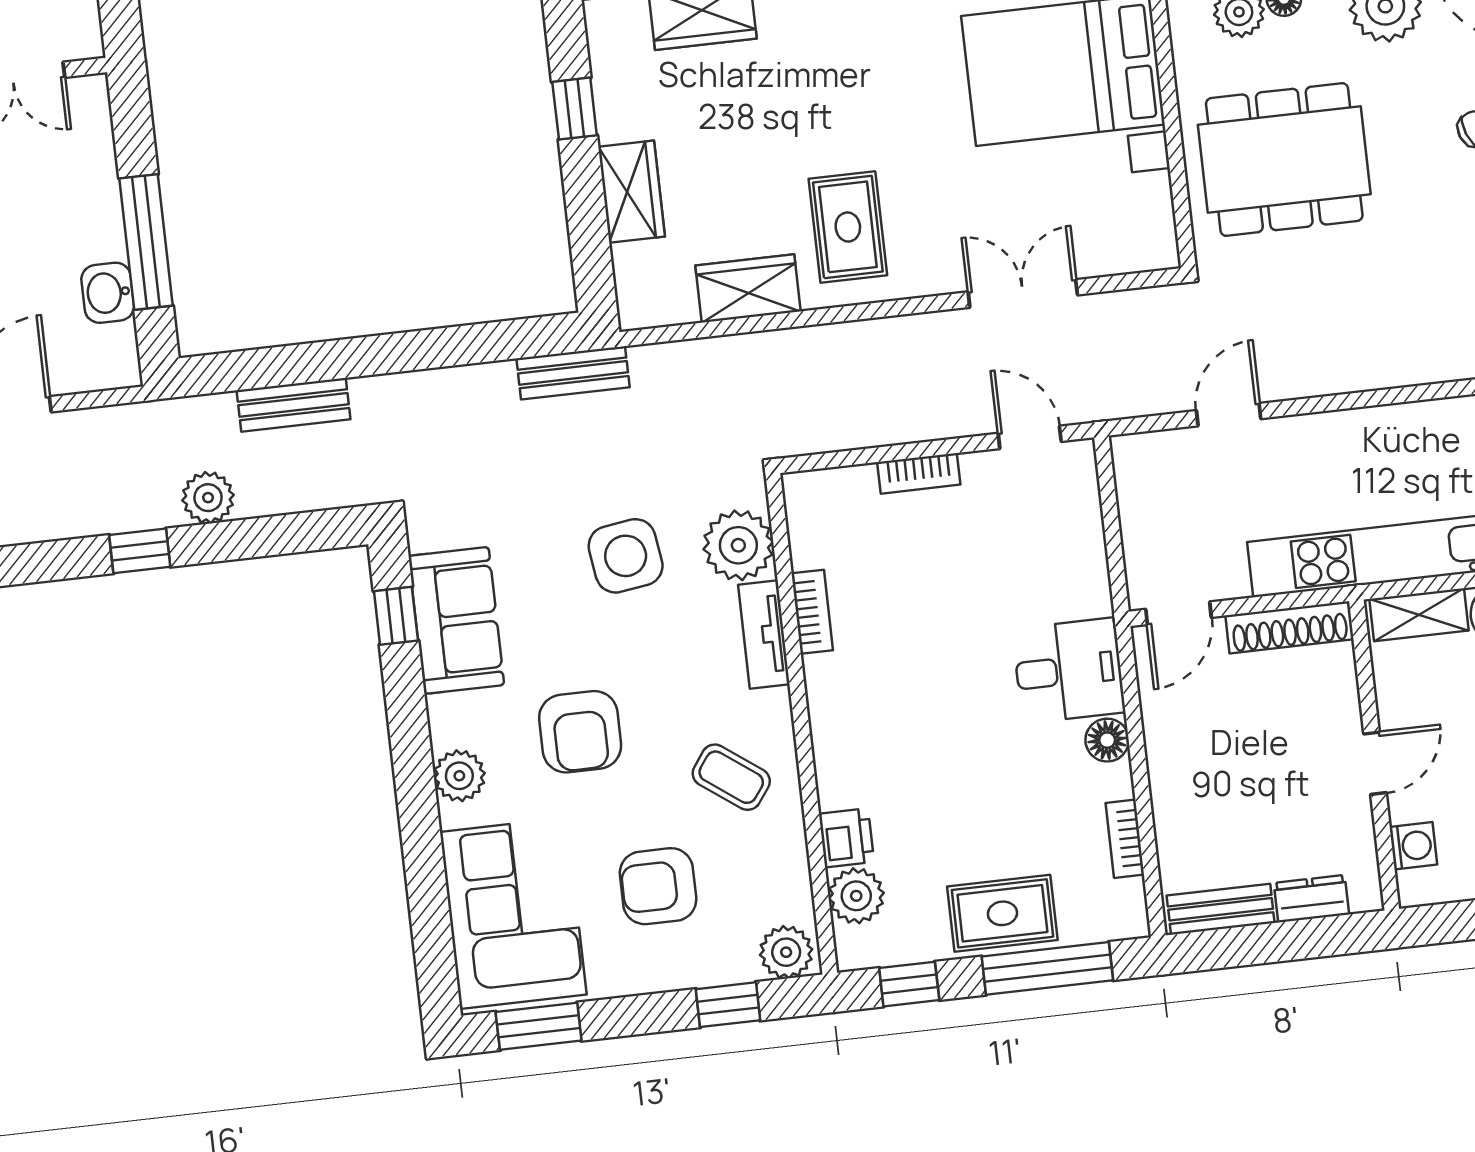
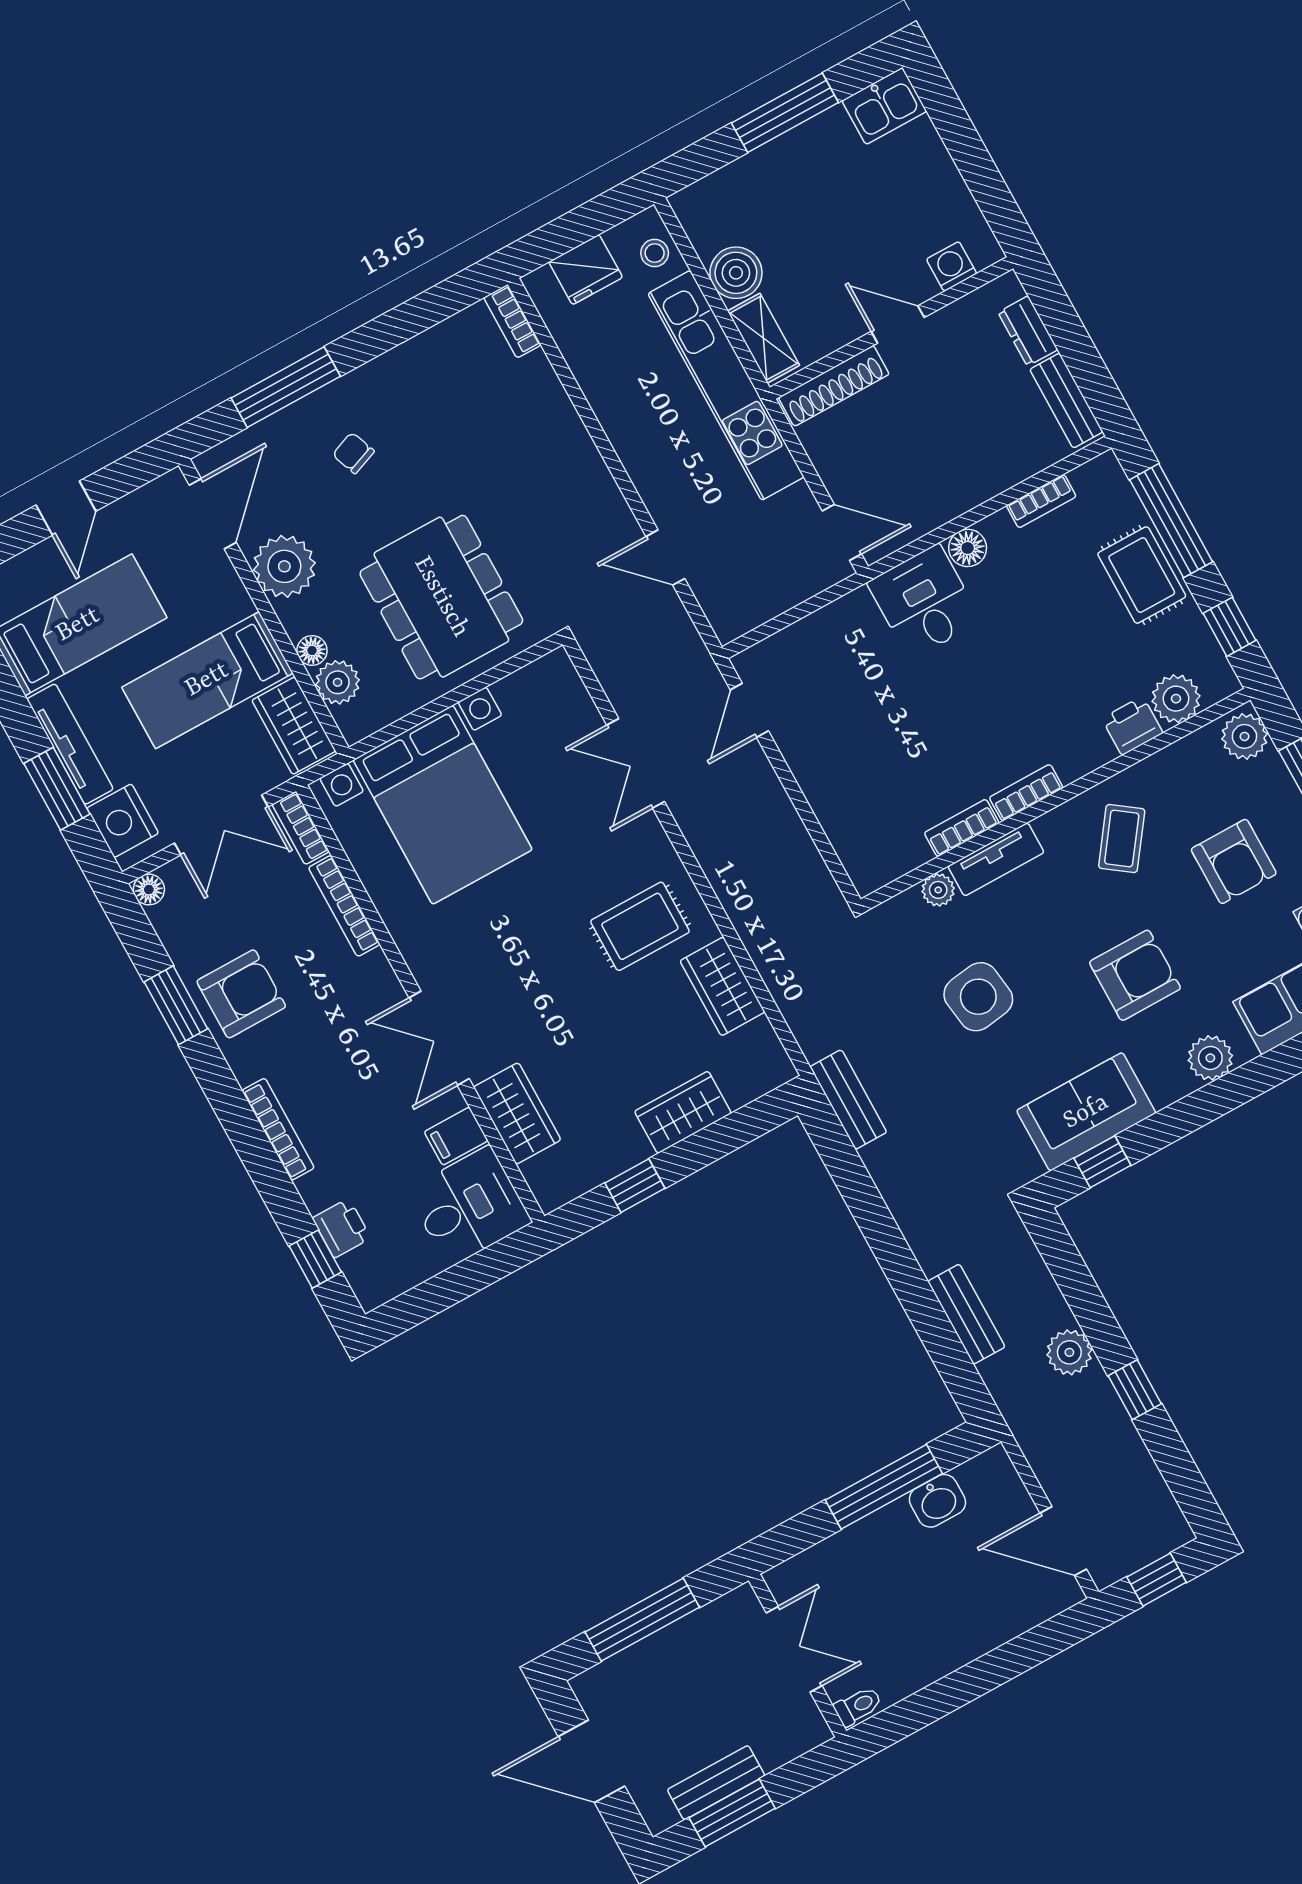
bookcase: (919, 473) -> (1026, 793), moved, turned -90
plant: (738, 545) -> (938, 890), width x0.53, depth x0.53
shoe rack: (1289, 627) -> (834, 386), moved, turned 90

